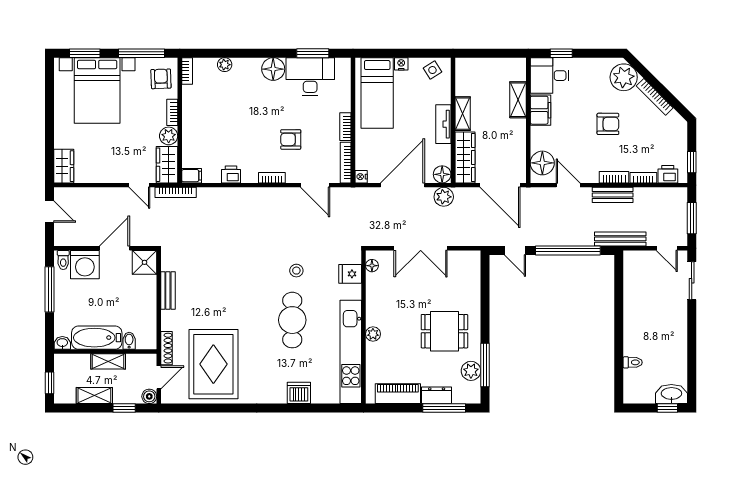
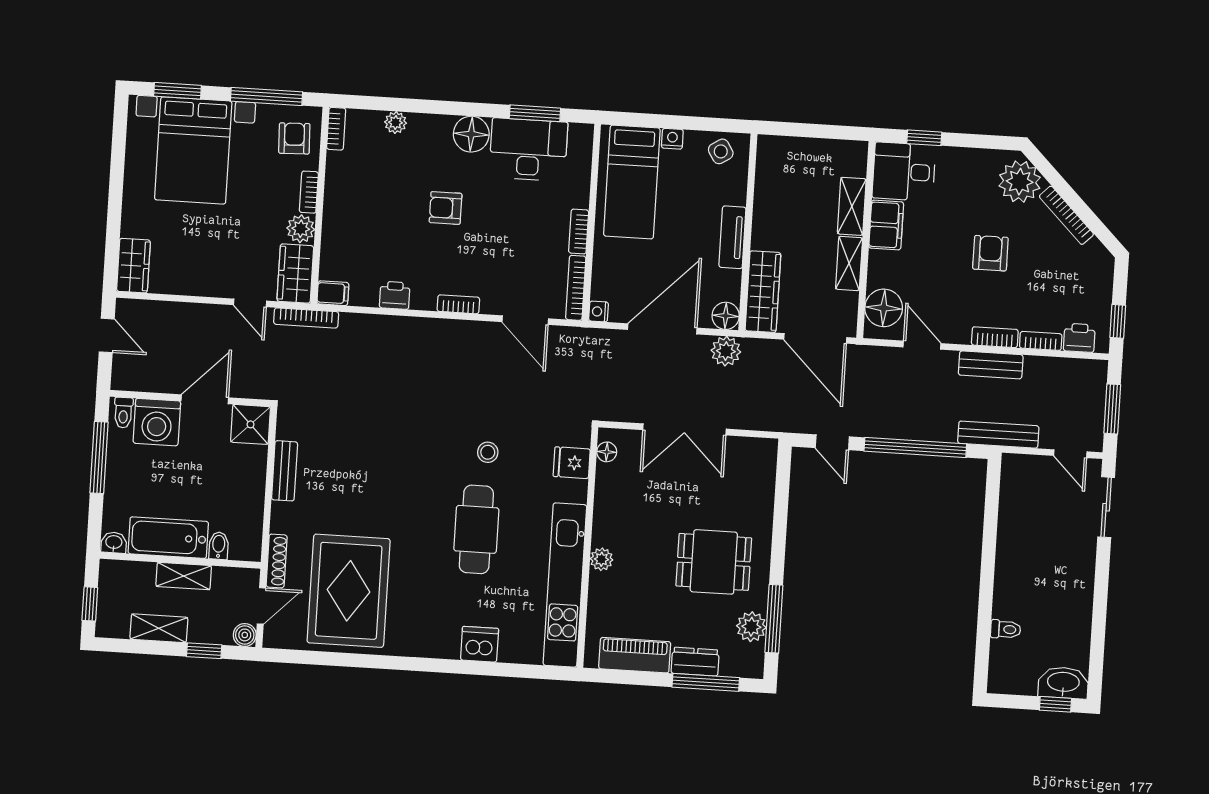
shelving: (463, 114) -> (849, 263), moved
armchair: (608, 124) -> (990, 253), turned -90
armchair: (291, 139) -> (446, 208), moved

